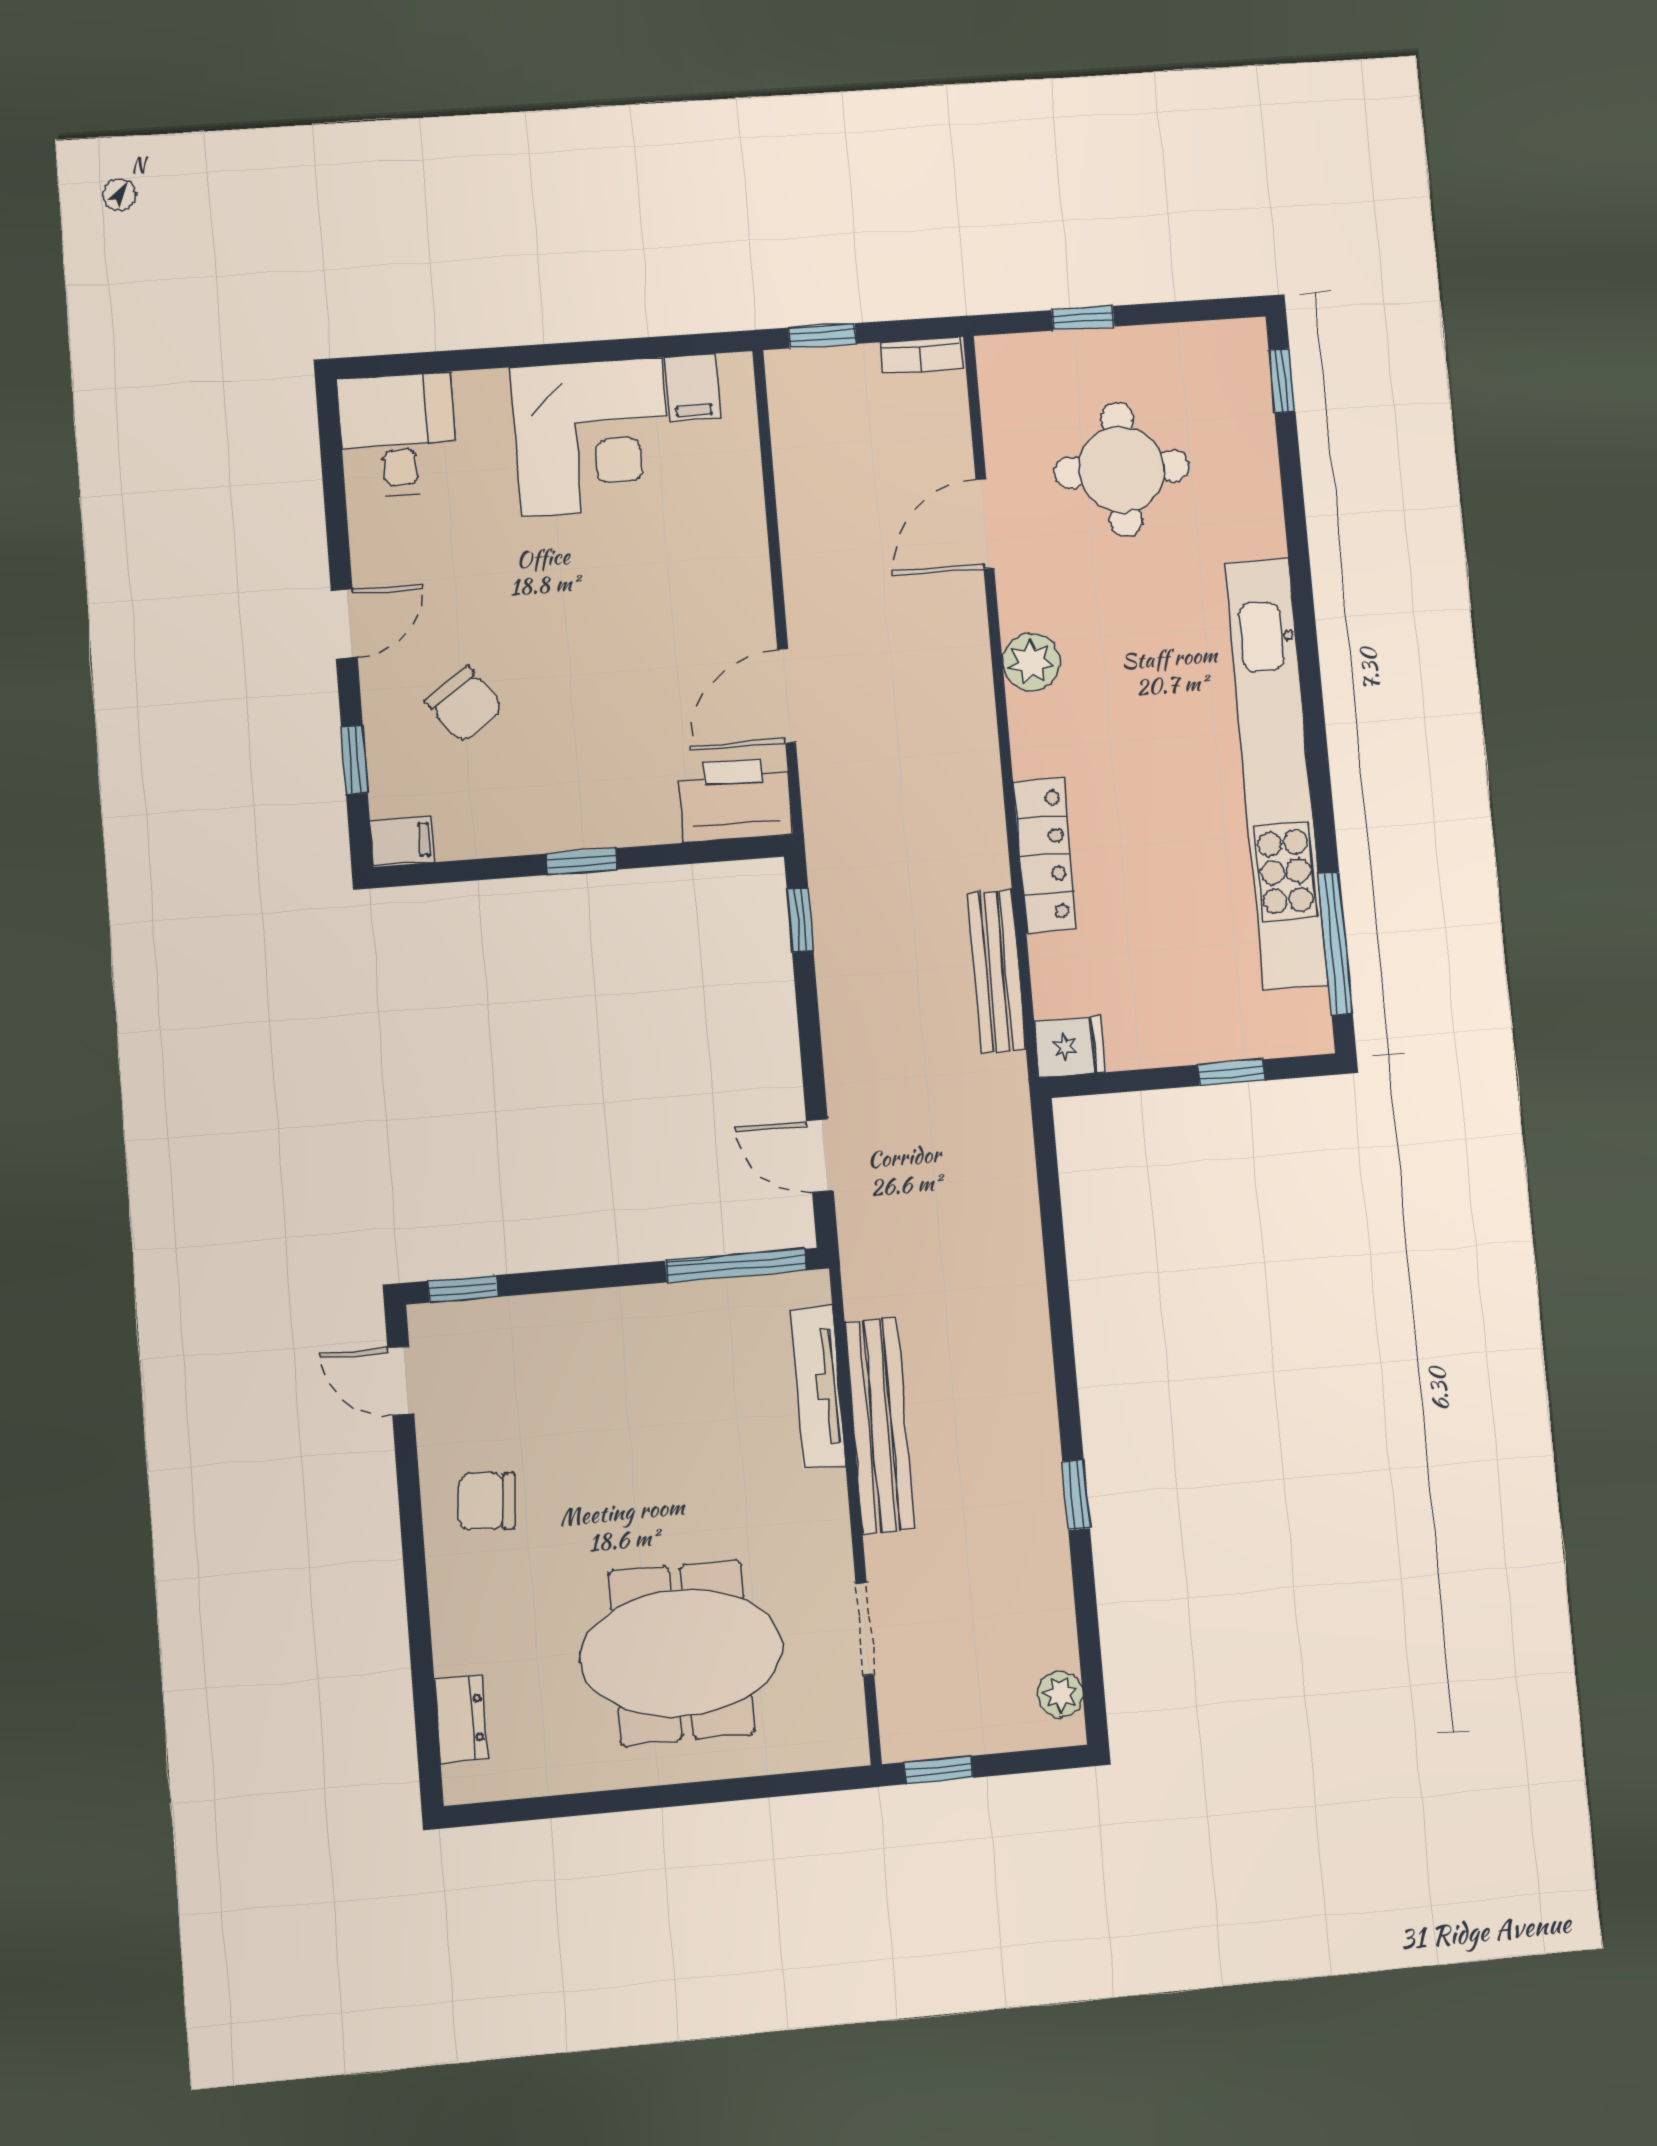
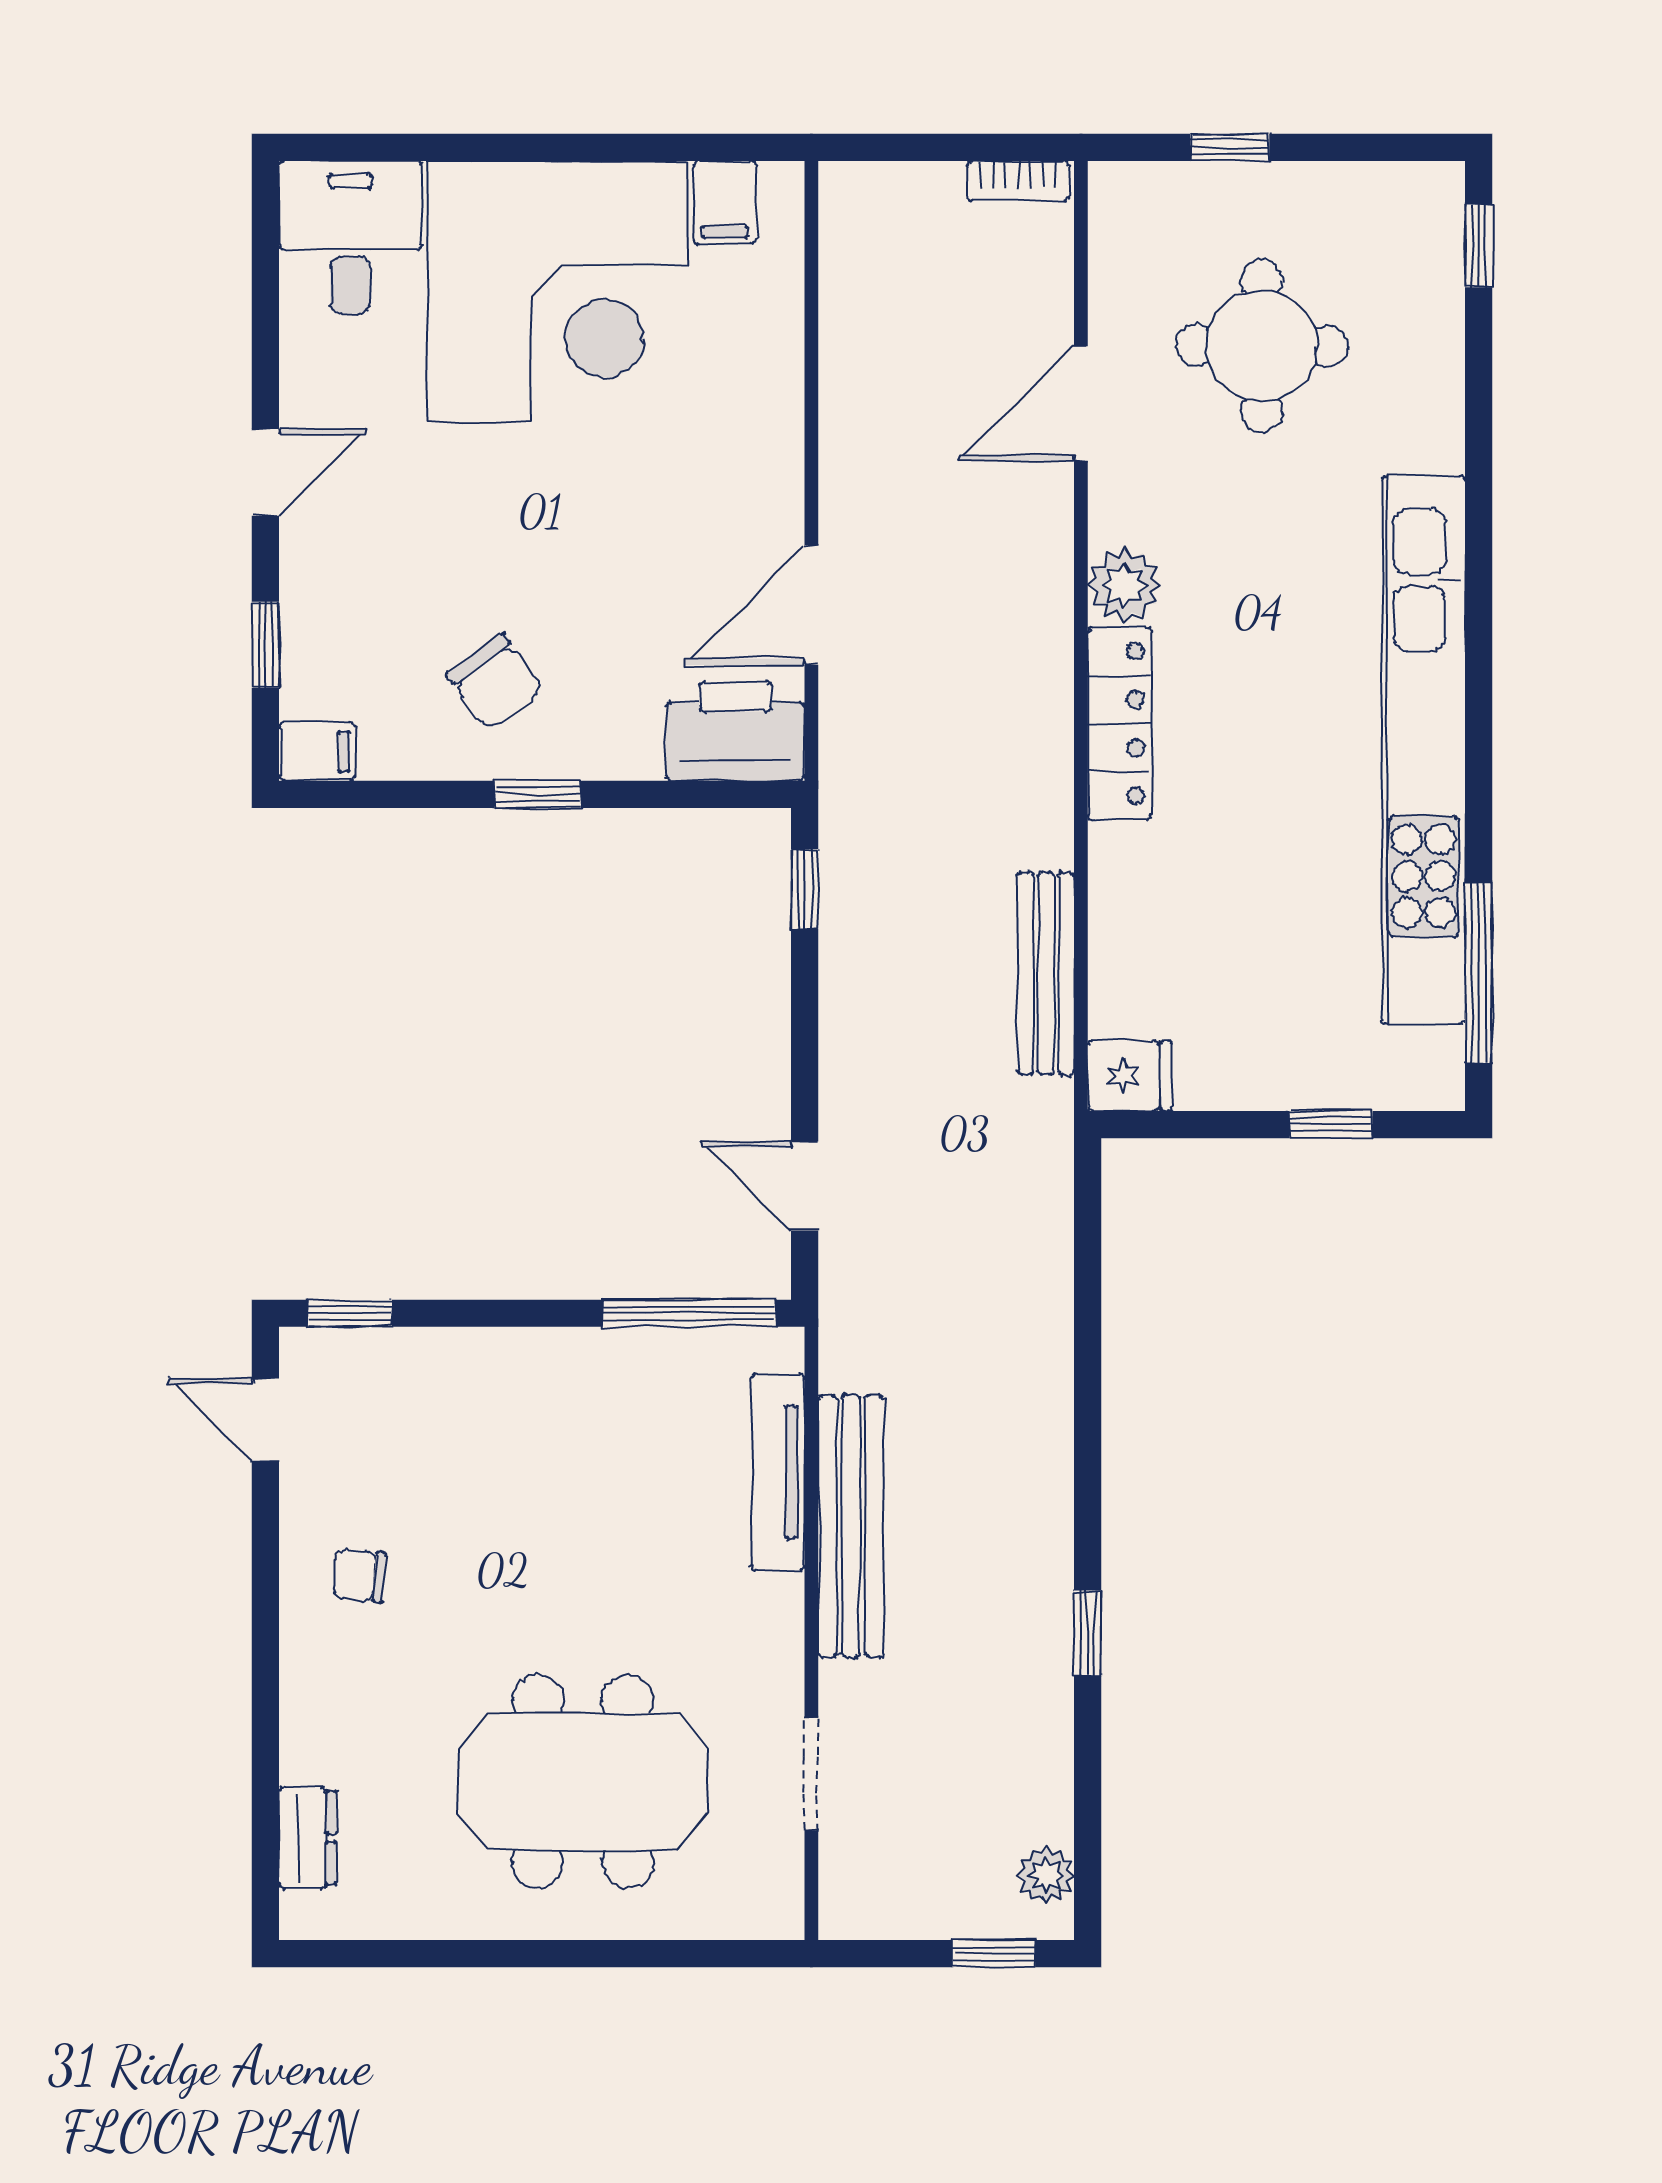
window: (822, 336) -> (895, 147), removed
corner desk: (591, 437) -> (558, 291), width x1.36, depth x1.36
chair: (464, 704) -> (495, 682), moved
locker: (1045, 855) -> (1120, 723), moved
chair: (487, 1501) -> (359, 1576), width x0.73, depth x0.73
window: (939, 1770) -> (994, 1954), moved

